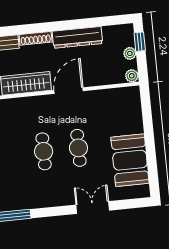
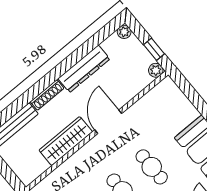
window: (140, 42) -> (154, 49), moved
plant: (130, 53) -> (124, 32), moved

